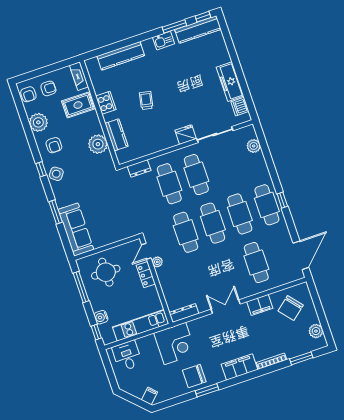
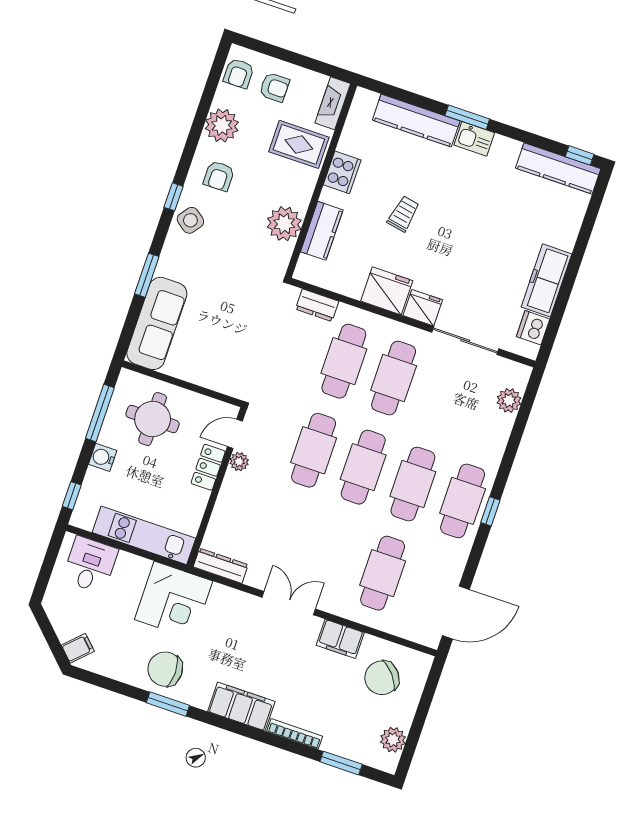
window: (174, 26) -> (467, 117), moved
kitchen sink: (164, 41) -> (474, 139), moved
fridge: (164, 139) -> (387, 291), added
water cooler: (101, 317) -> (103, 457), moved

